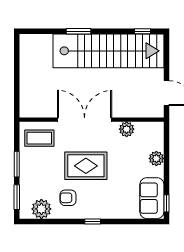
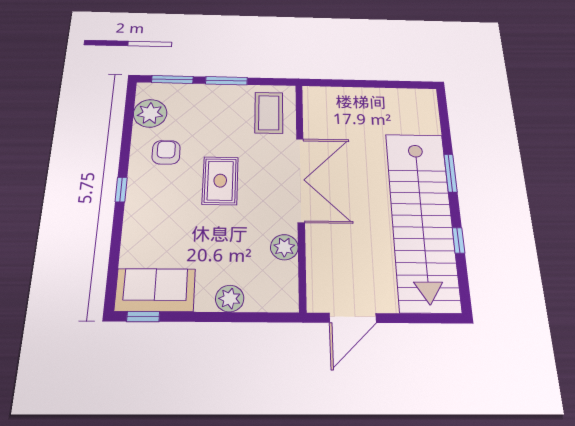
window: (142, 31) -> (458, 240), moved
rug: (86, 166) -> (220, 181), width x0.73, depth x0.70

